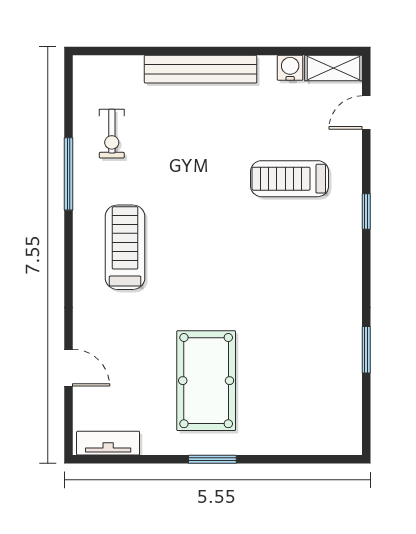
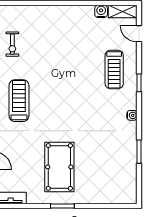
bench: (201, 69) -> (57, 12), removed
door: (366, 113) -> (139, 34), hinge flipped
treadmill: (290, 179) -> (114, 69), moved, turned -90
water cooler: (352, 277) -> (132, 115), added

